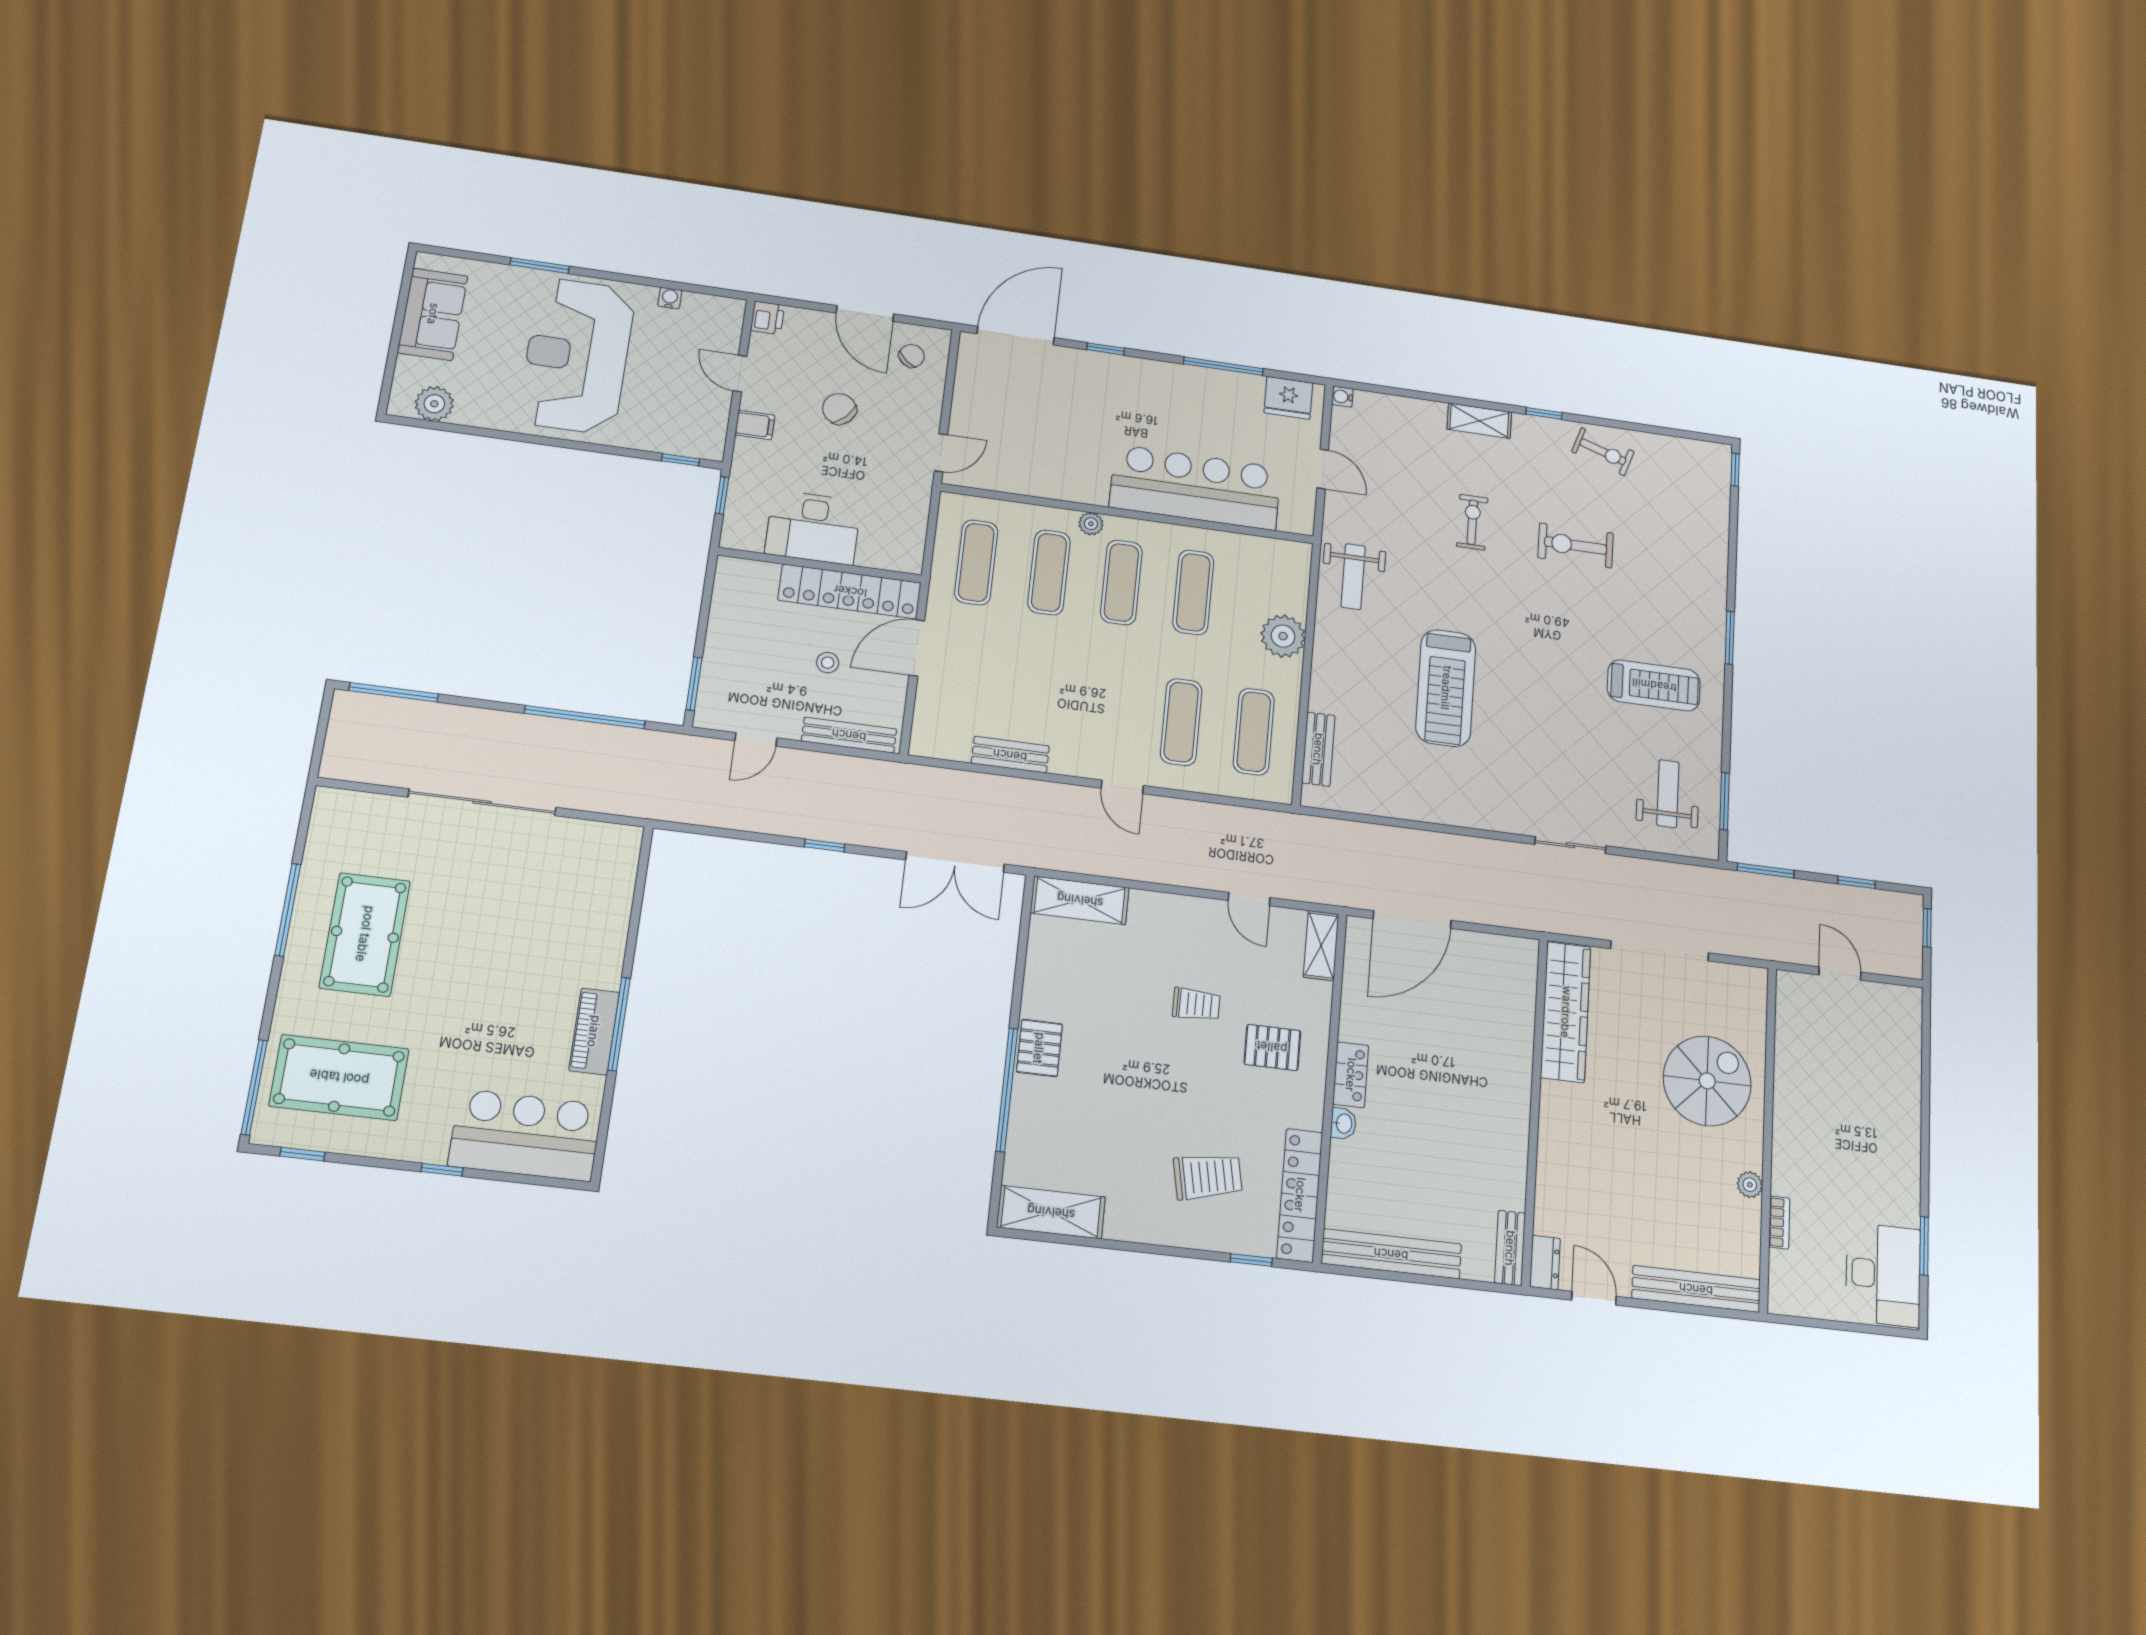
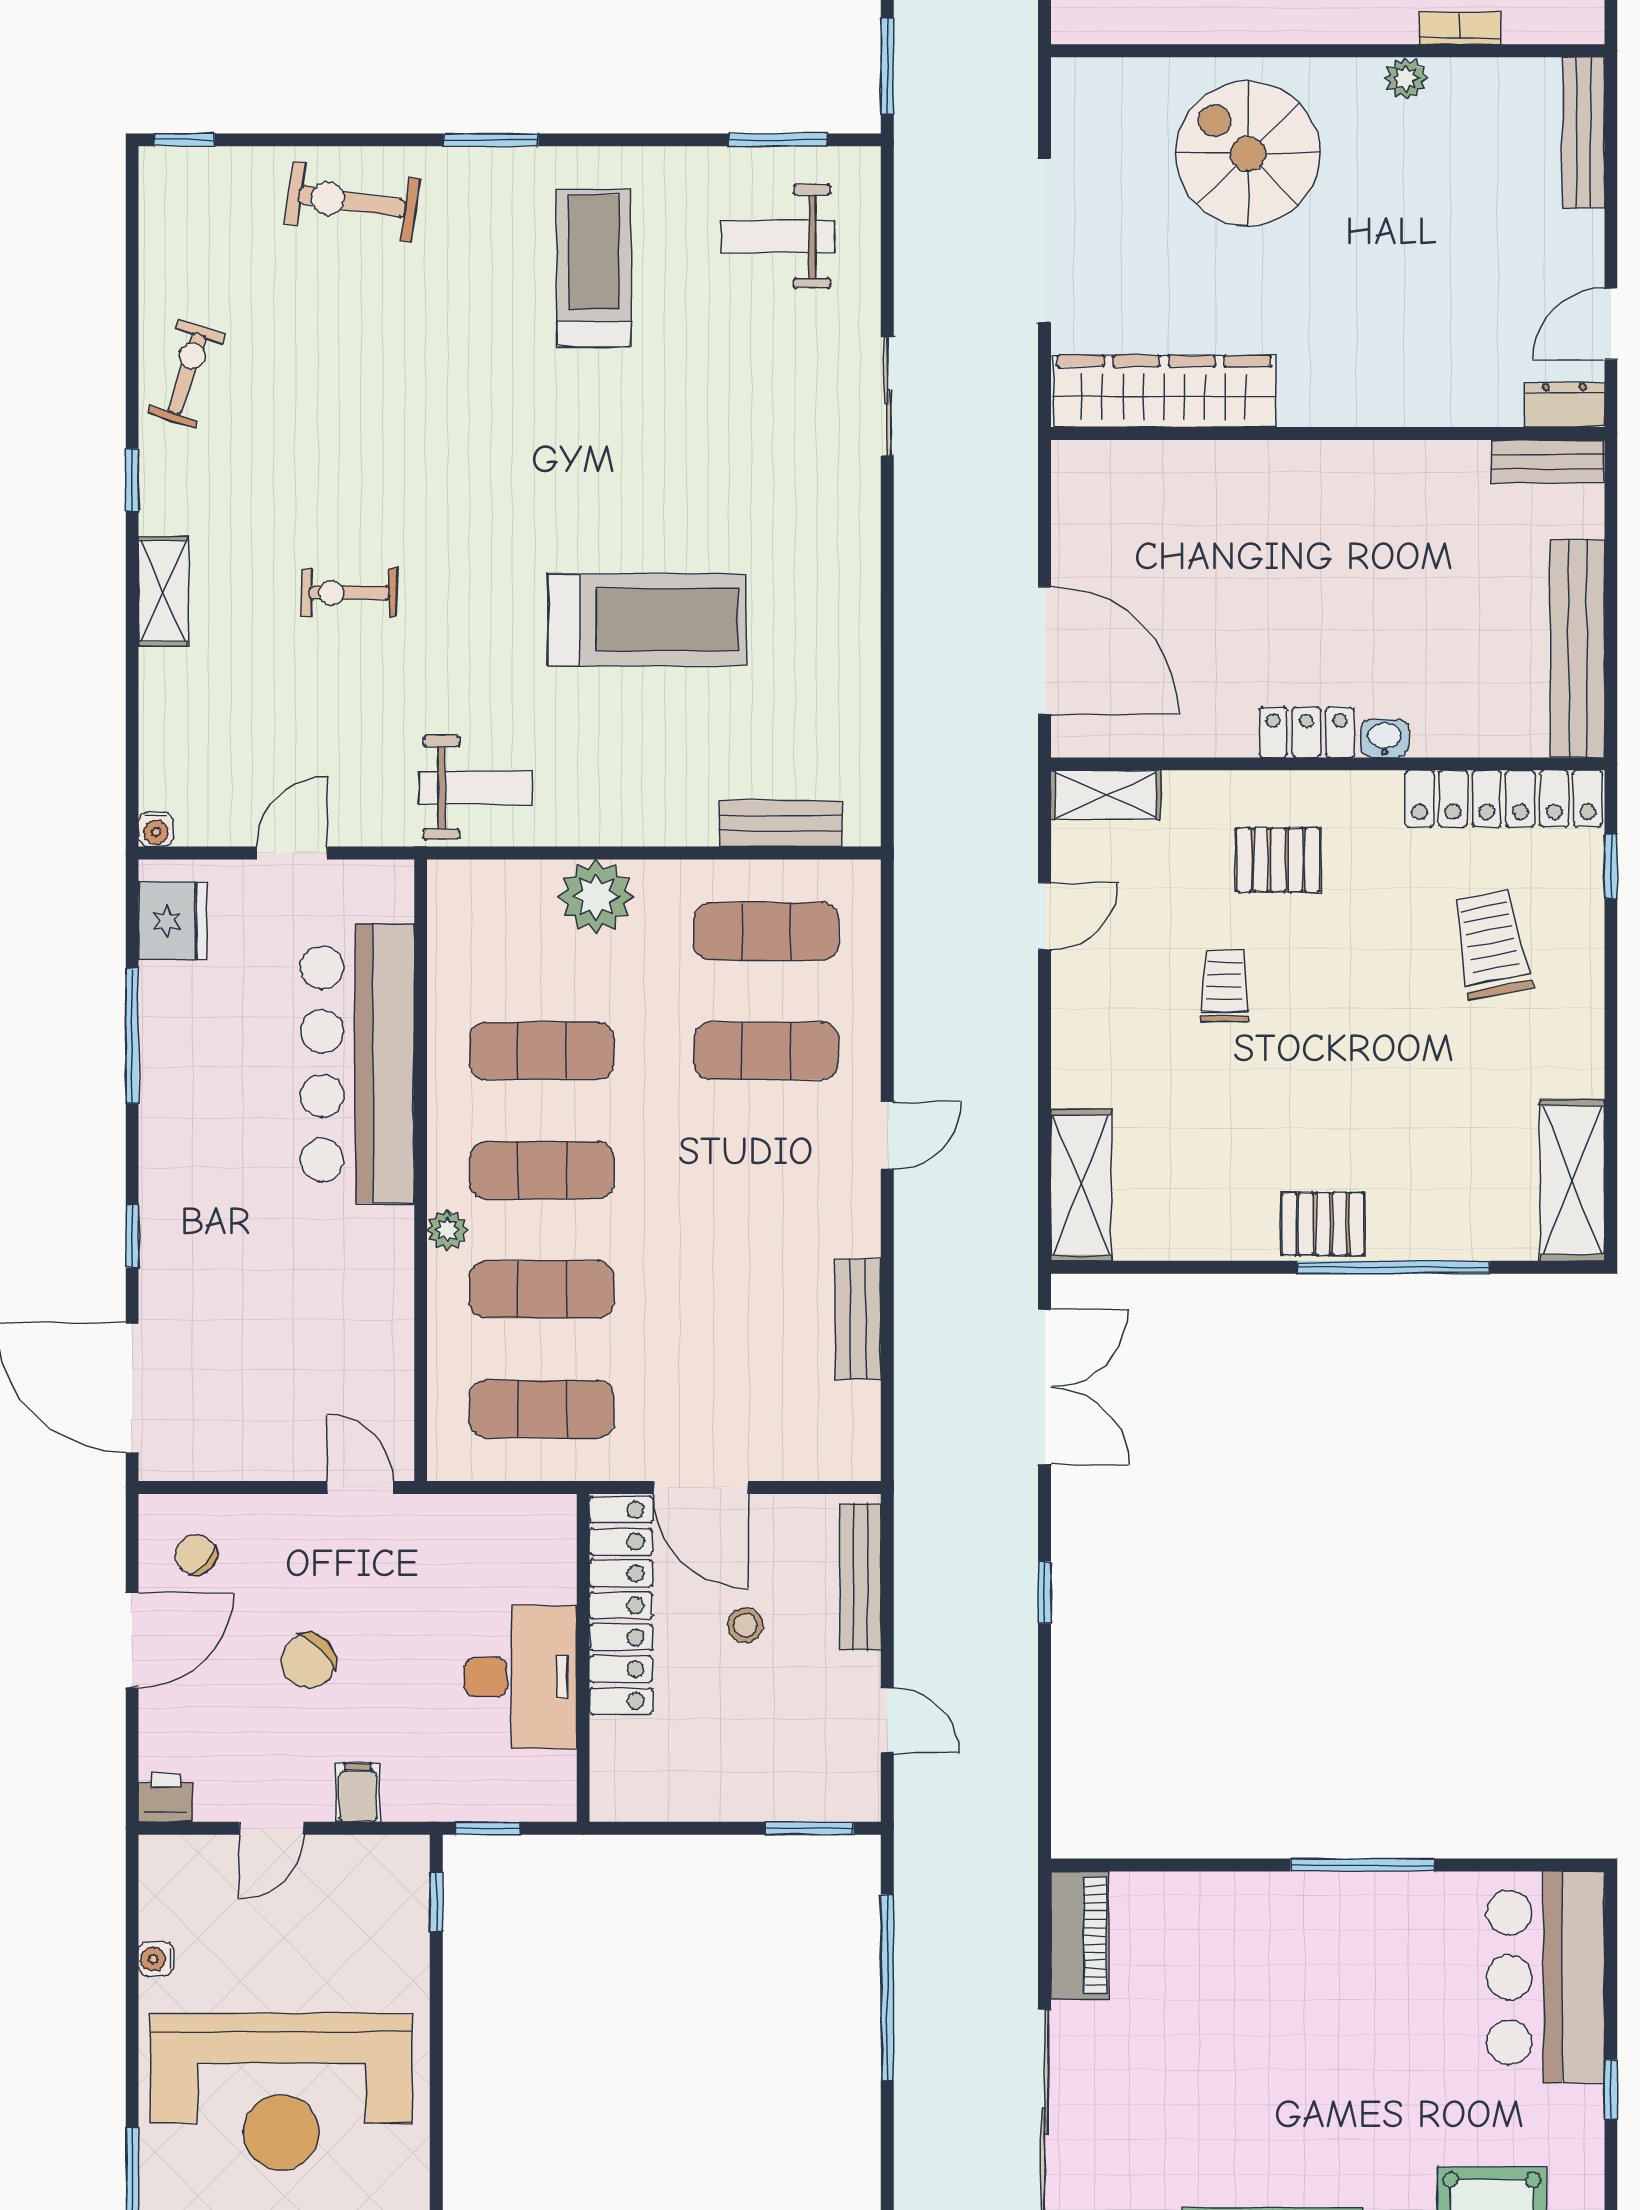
exercise bike: (1576, 545) -> (352, 202), moved, turned 98
piano: (594, 1031) -> (1080, 1936), moved, turned -90
pallet: (1272, 1047) -> (1278, 860), turned 90
bench: (1696, 1289) -> (1583, 133), width x0.73, depth x0.82

